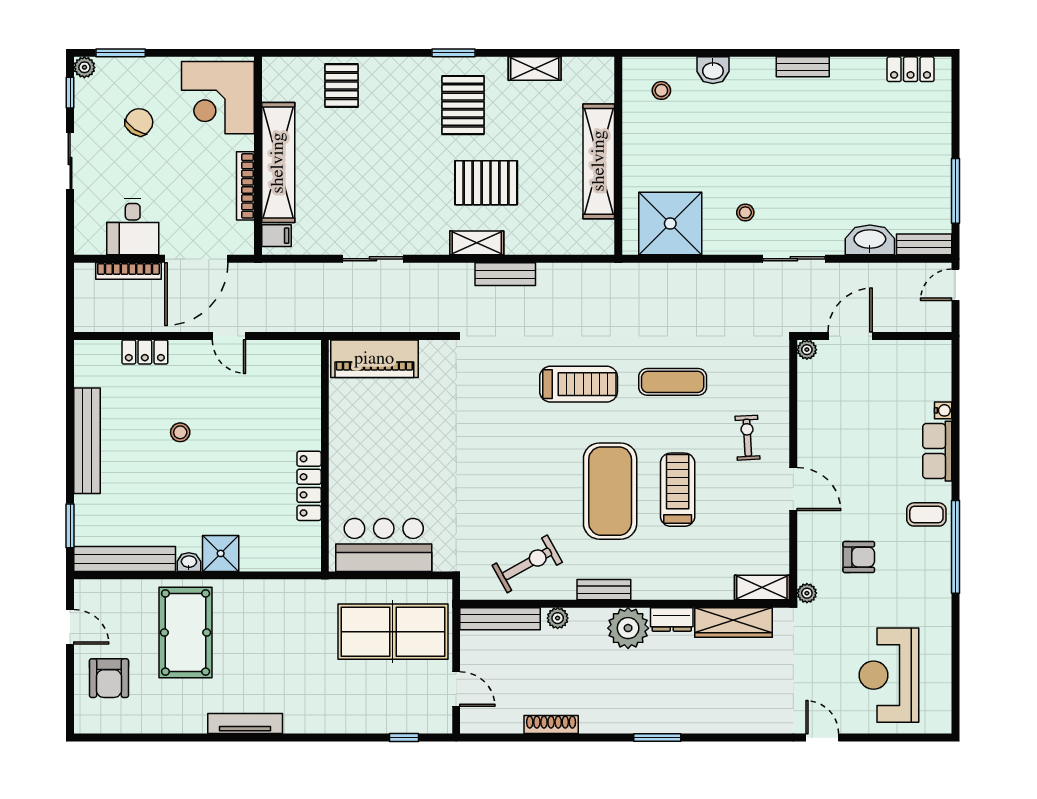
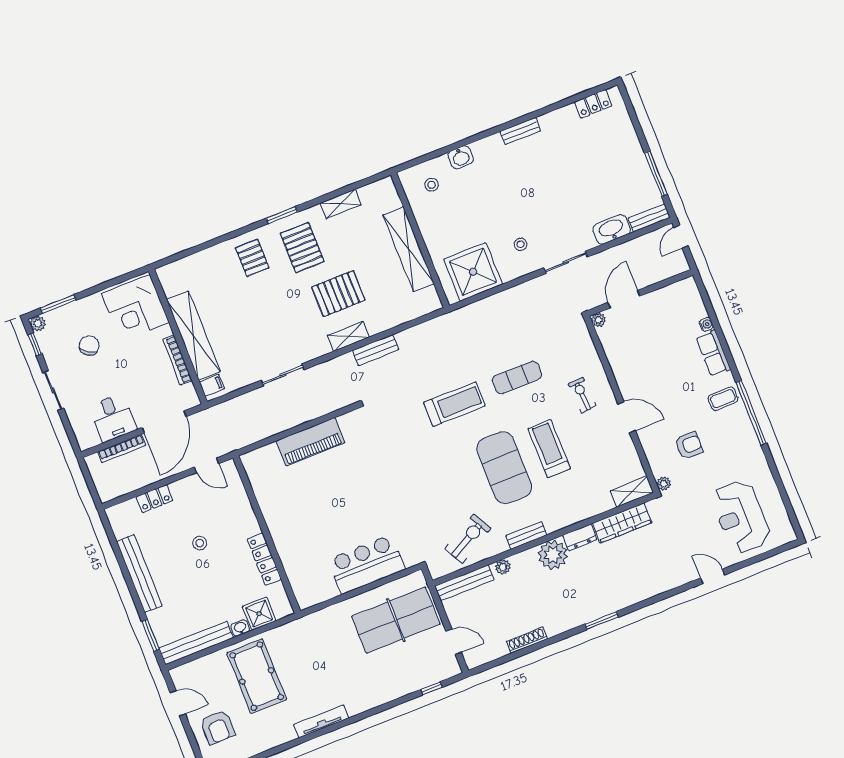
pallet: (342, 86) -> (252, 258), moved
wall: (325, 456) -> (267, 535), moved
locker: (309, 486) -> (264, 559), moved

